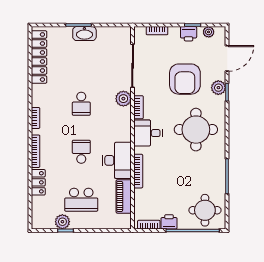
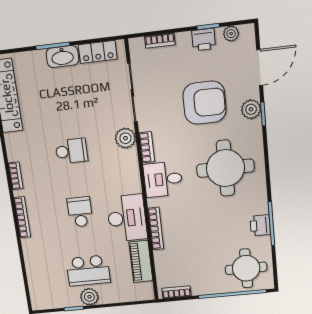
armchair: (185, 79) -> (205, 103), turned -90
school desk: (81, 104) -> (71, 151), turned -90
locker: (38, 182) -> (98, 52), moved, turned 90
plant: (62, 222) -> (89, 297), moved
printer: (169, 222) -> (260, 225), moved, turned -90

